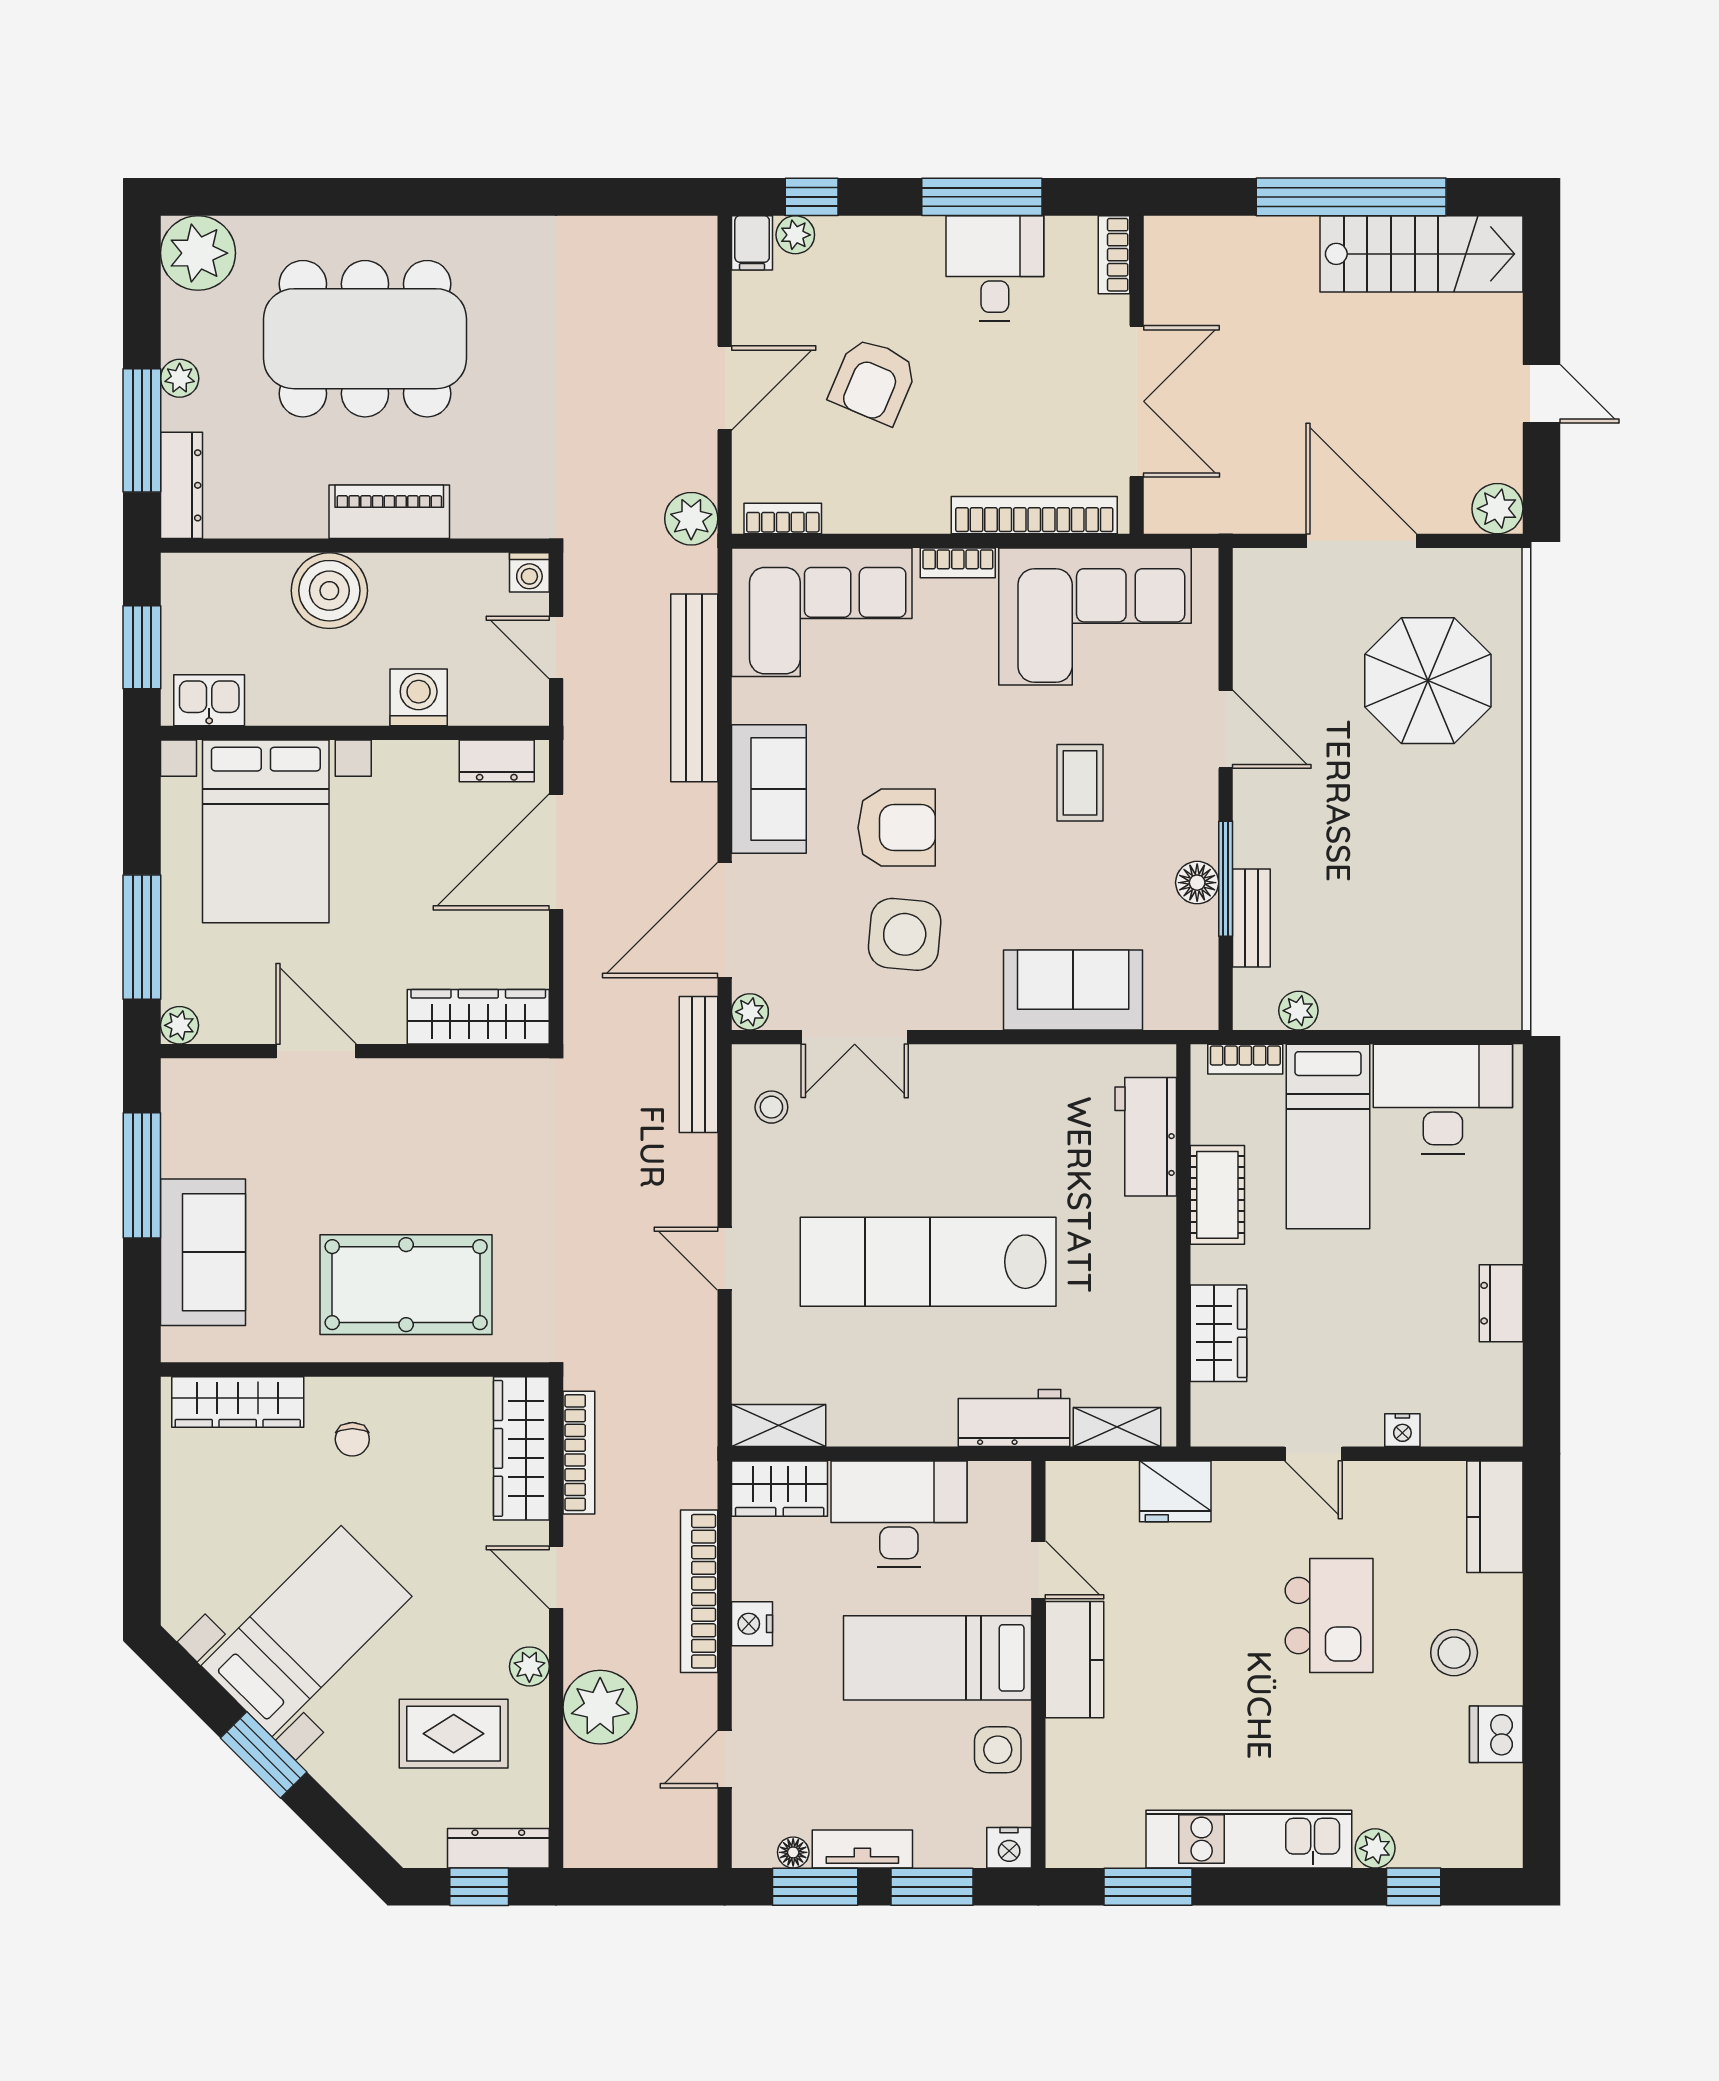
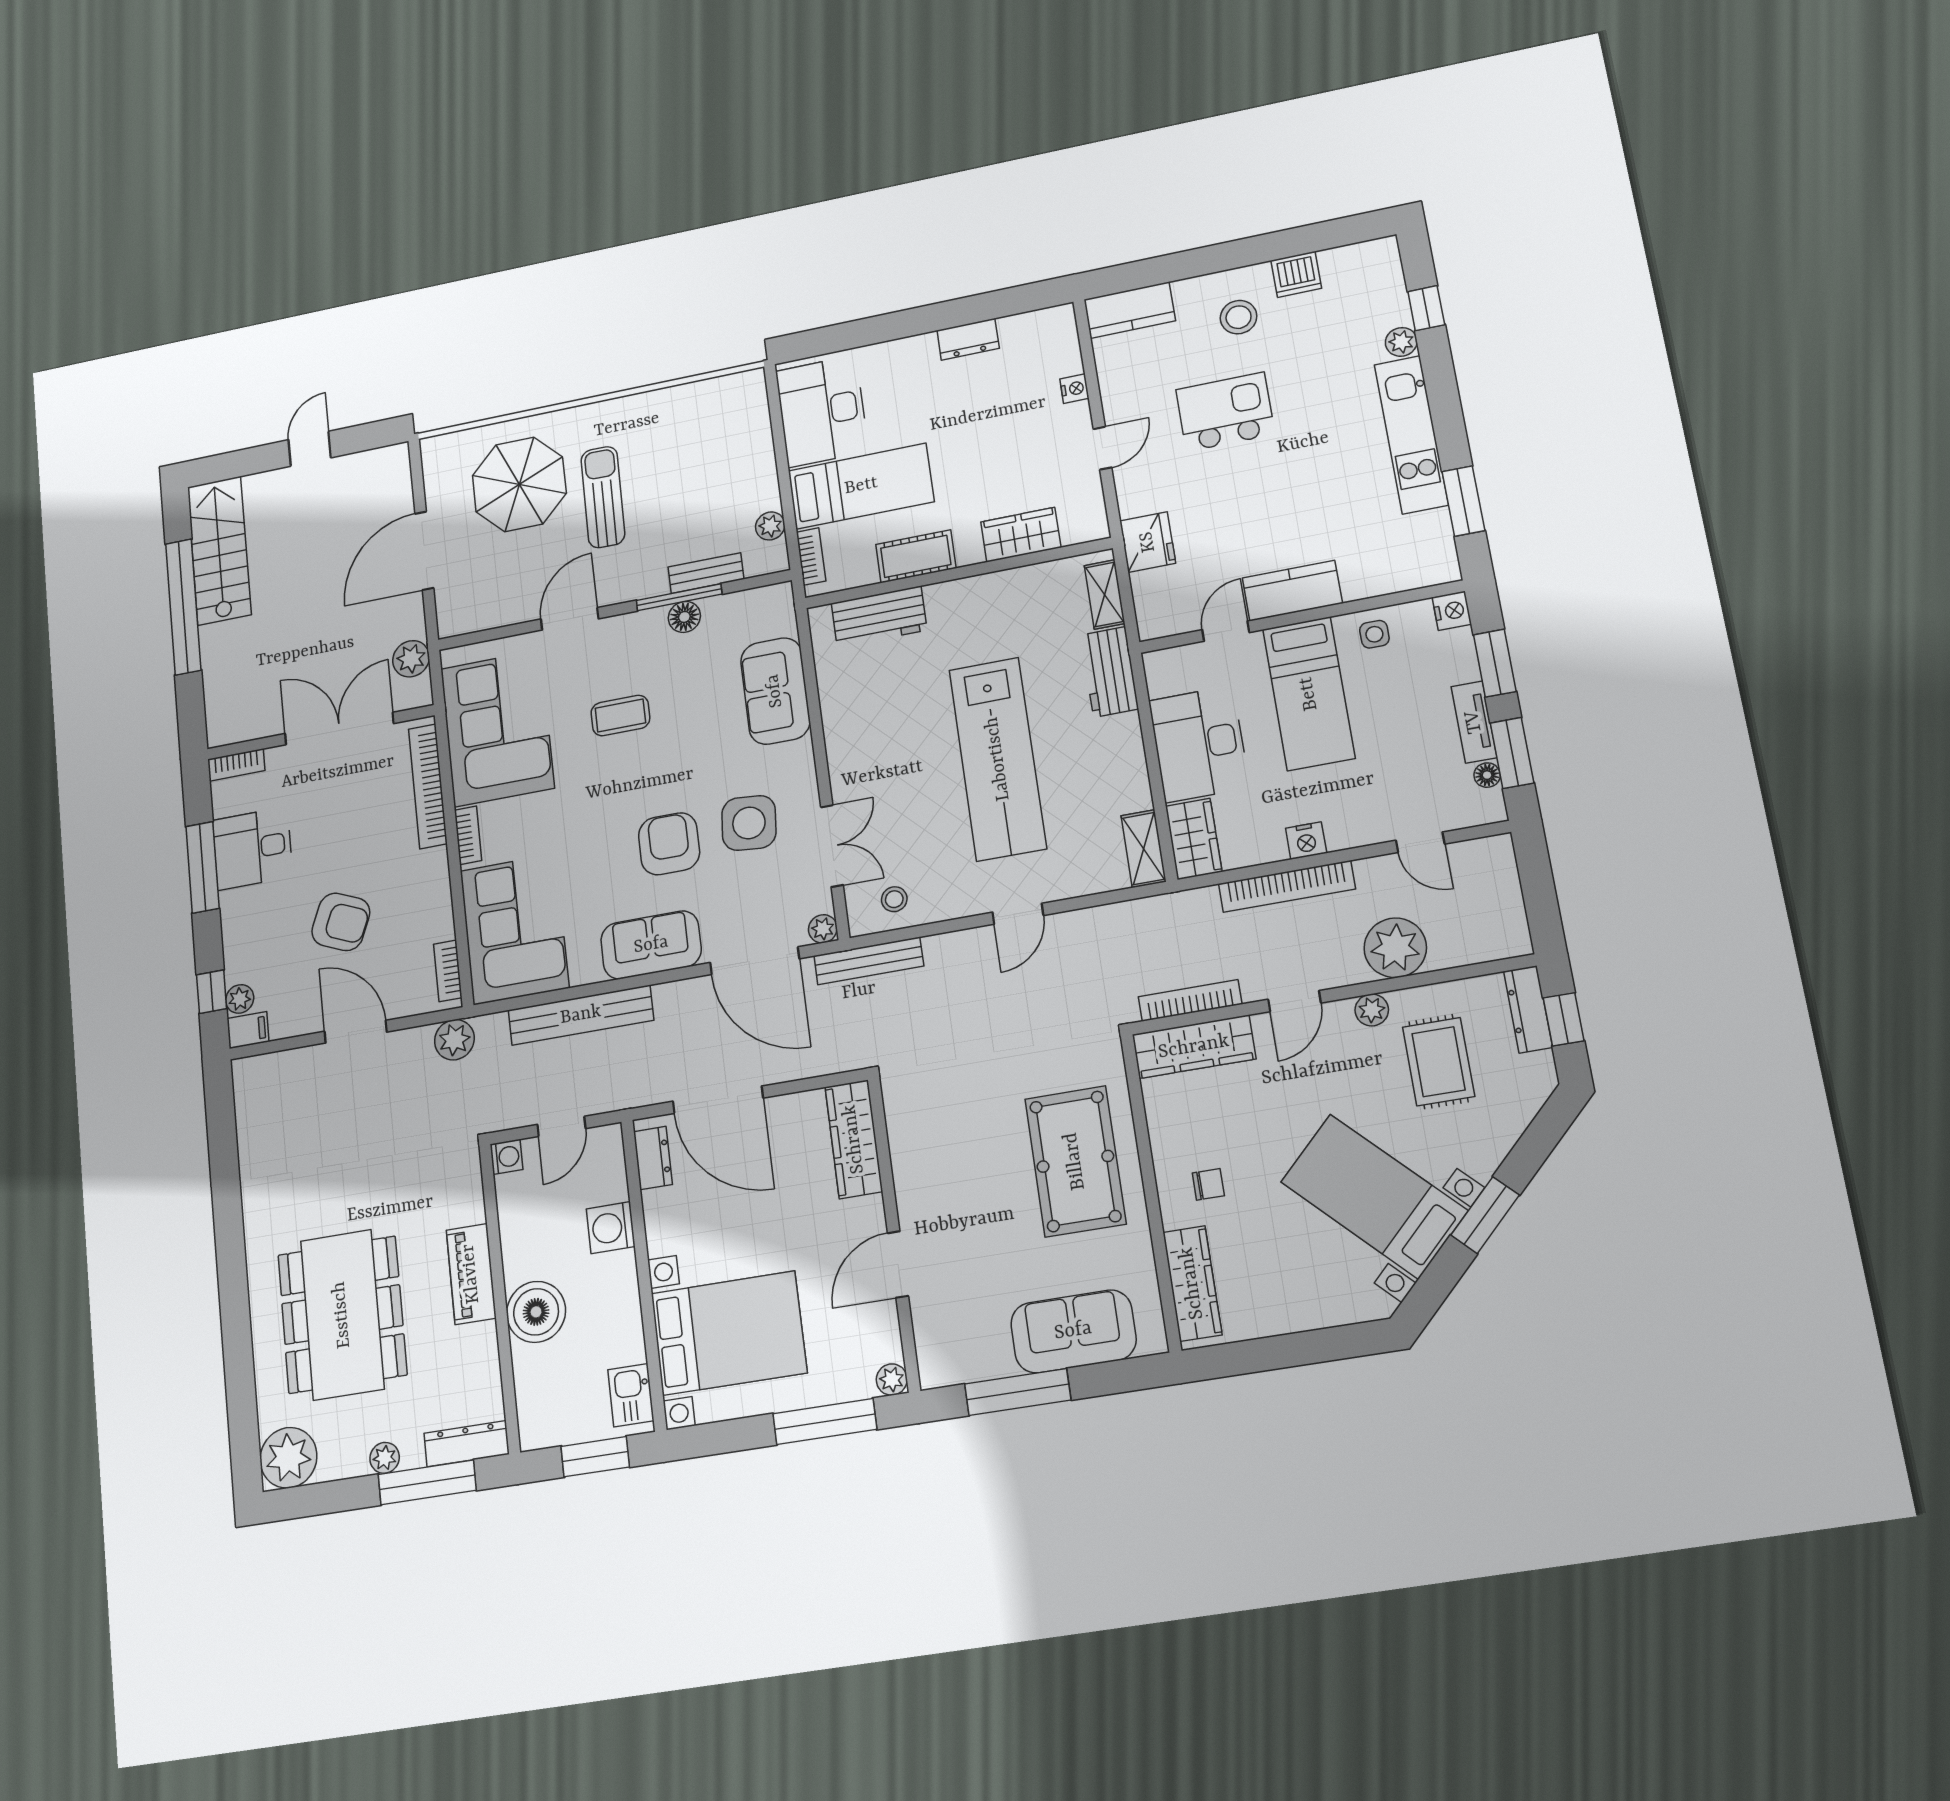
plant: (1497, 509) -> (411, 659), moved
sun lounger: (1386, 792) -> (603, 497), added
side table: (998, 1750) -> (1374, 634), width x0.73, depth x0.73

